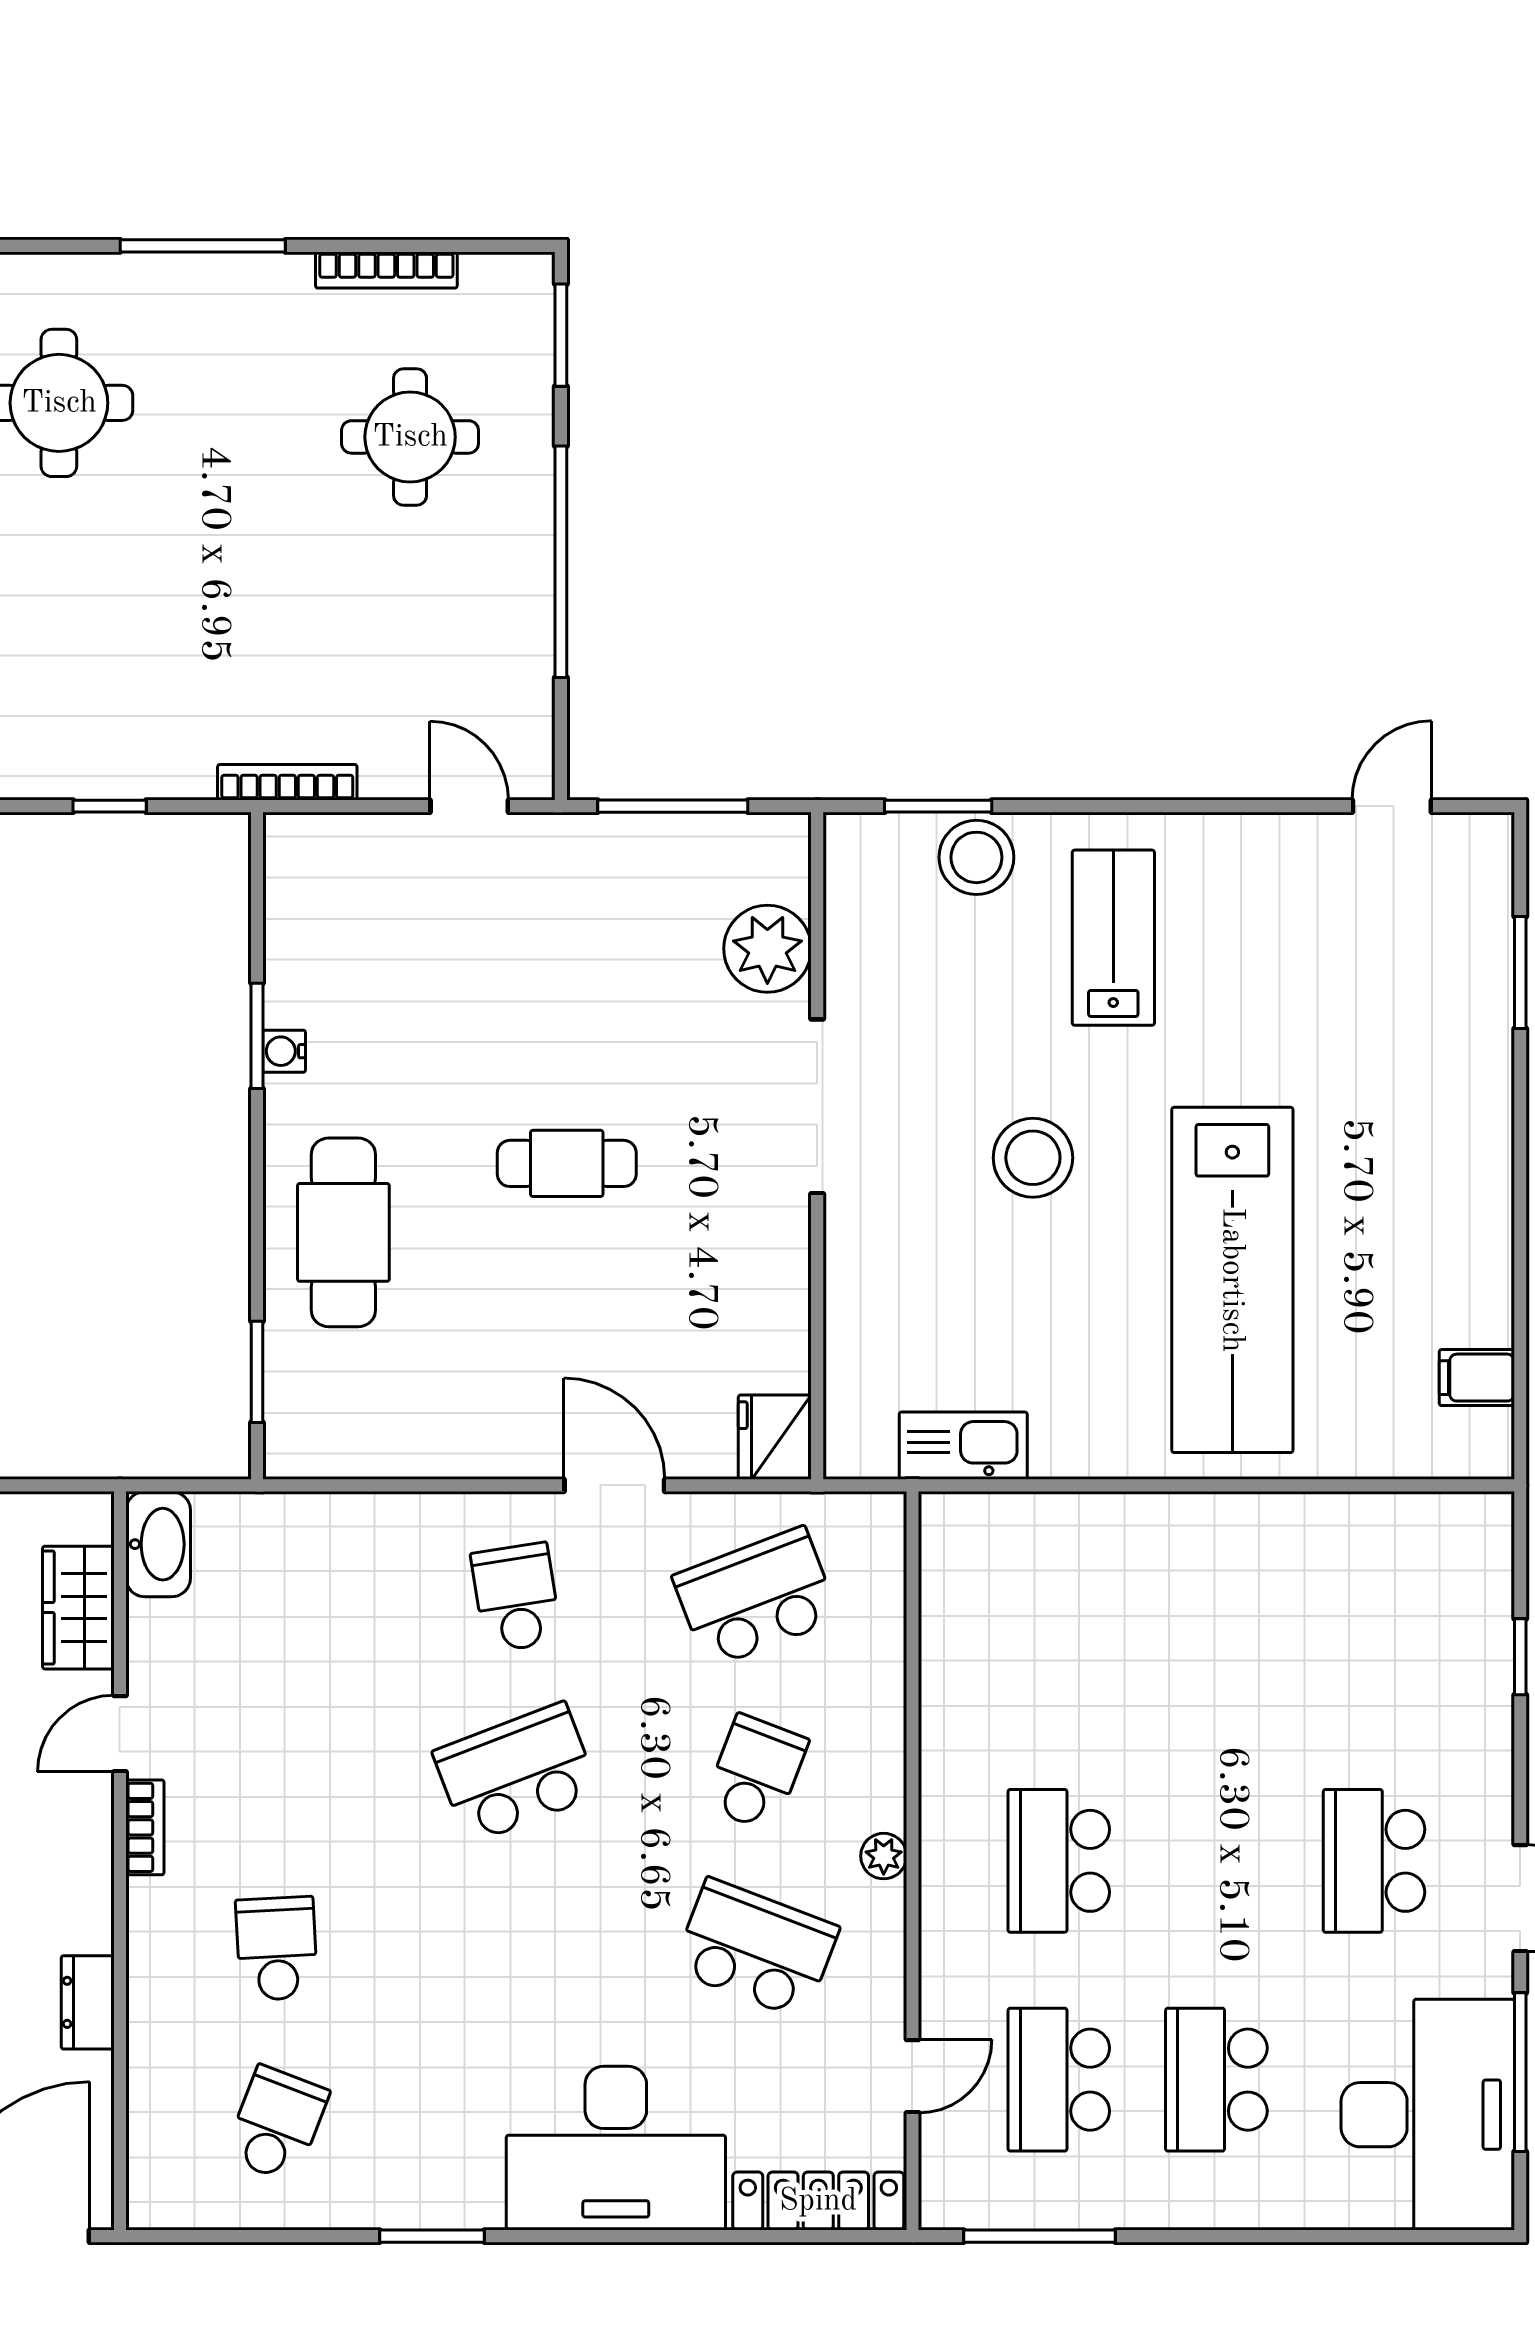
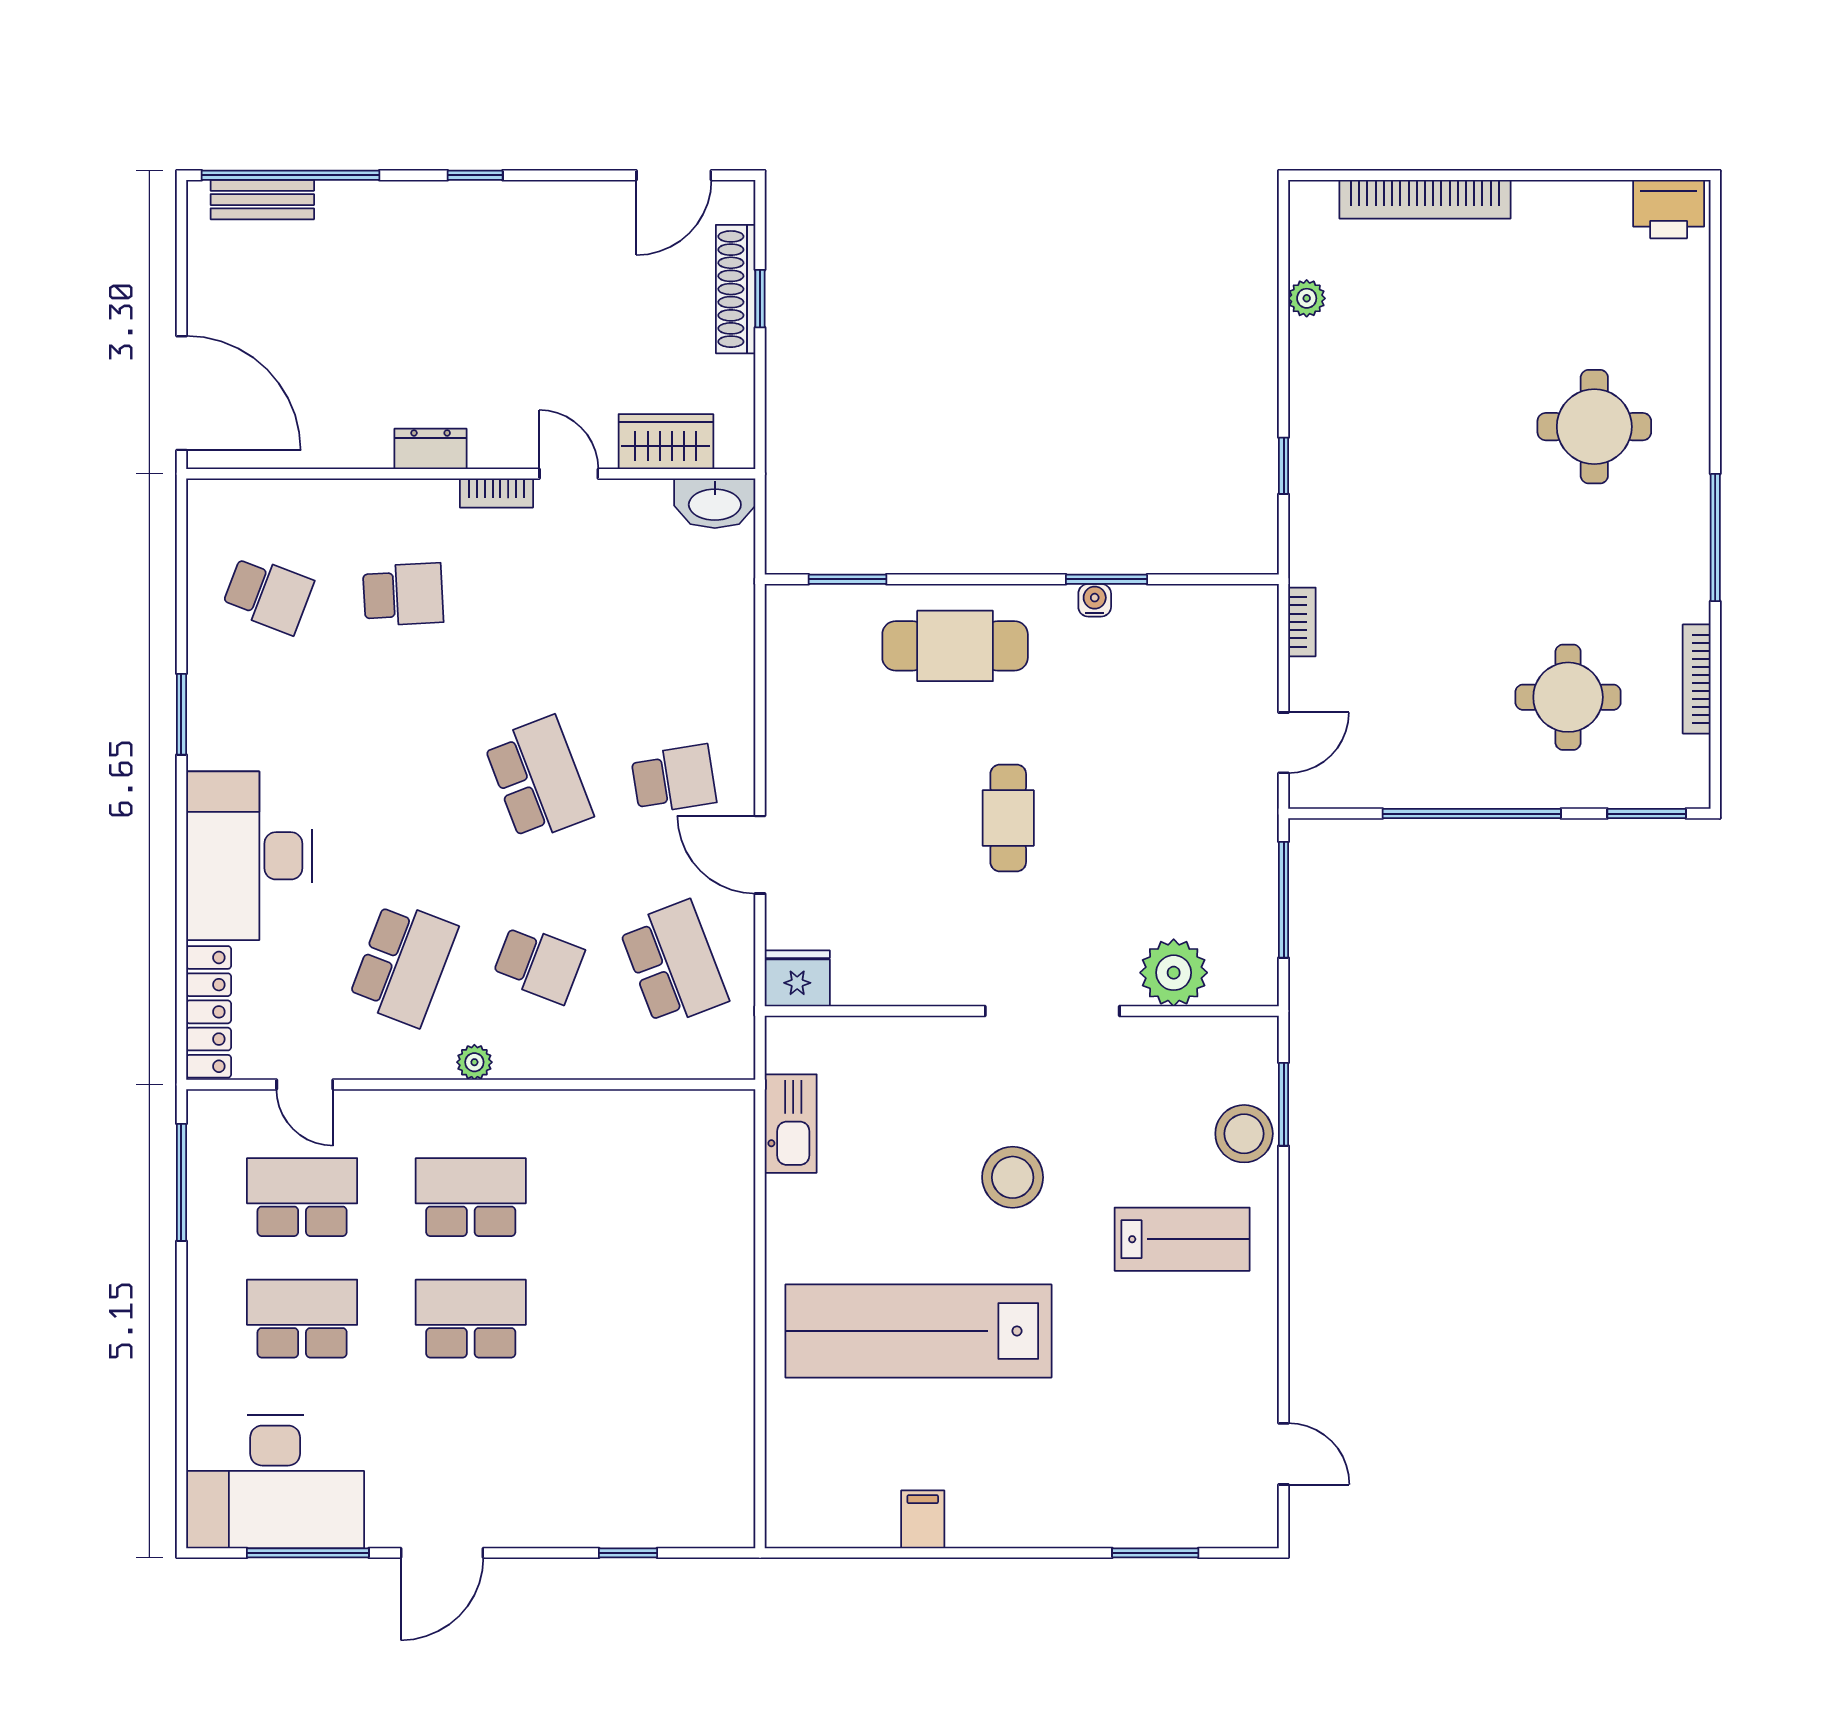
bookcase: (287, 782) -> (1302, 622), width x0.64
filing cabinet: (1477, 1378) -> (923, 1519), moved
door: (614, 1485) -> (760, 855), swing flipped
school desk: (1374, 1861) -> (471, 1319), moved
dresser: (88, 2002) -> (431, 449), moved

